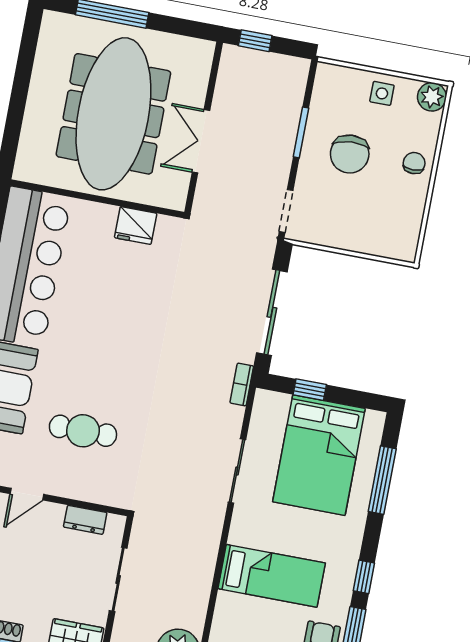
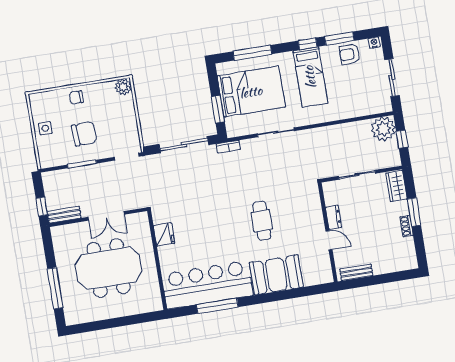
bench: (228, 73) -> (64, 215), added
plant: (432, 97) -> (123, 87), moved
meeting table: (113, 114) -> (109, 268), width x0.73
window: (310, 390) -> (218, 109), width x1.50
cafe table: (83, 431) -> (262, 221), moved
dresser: (85, 520) -> (334, 217), moved
bed: (272, 576) -> (310, 77), moved, turned 180

